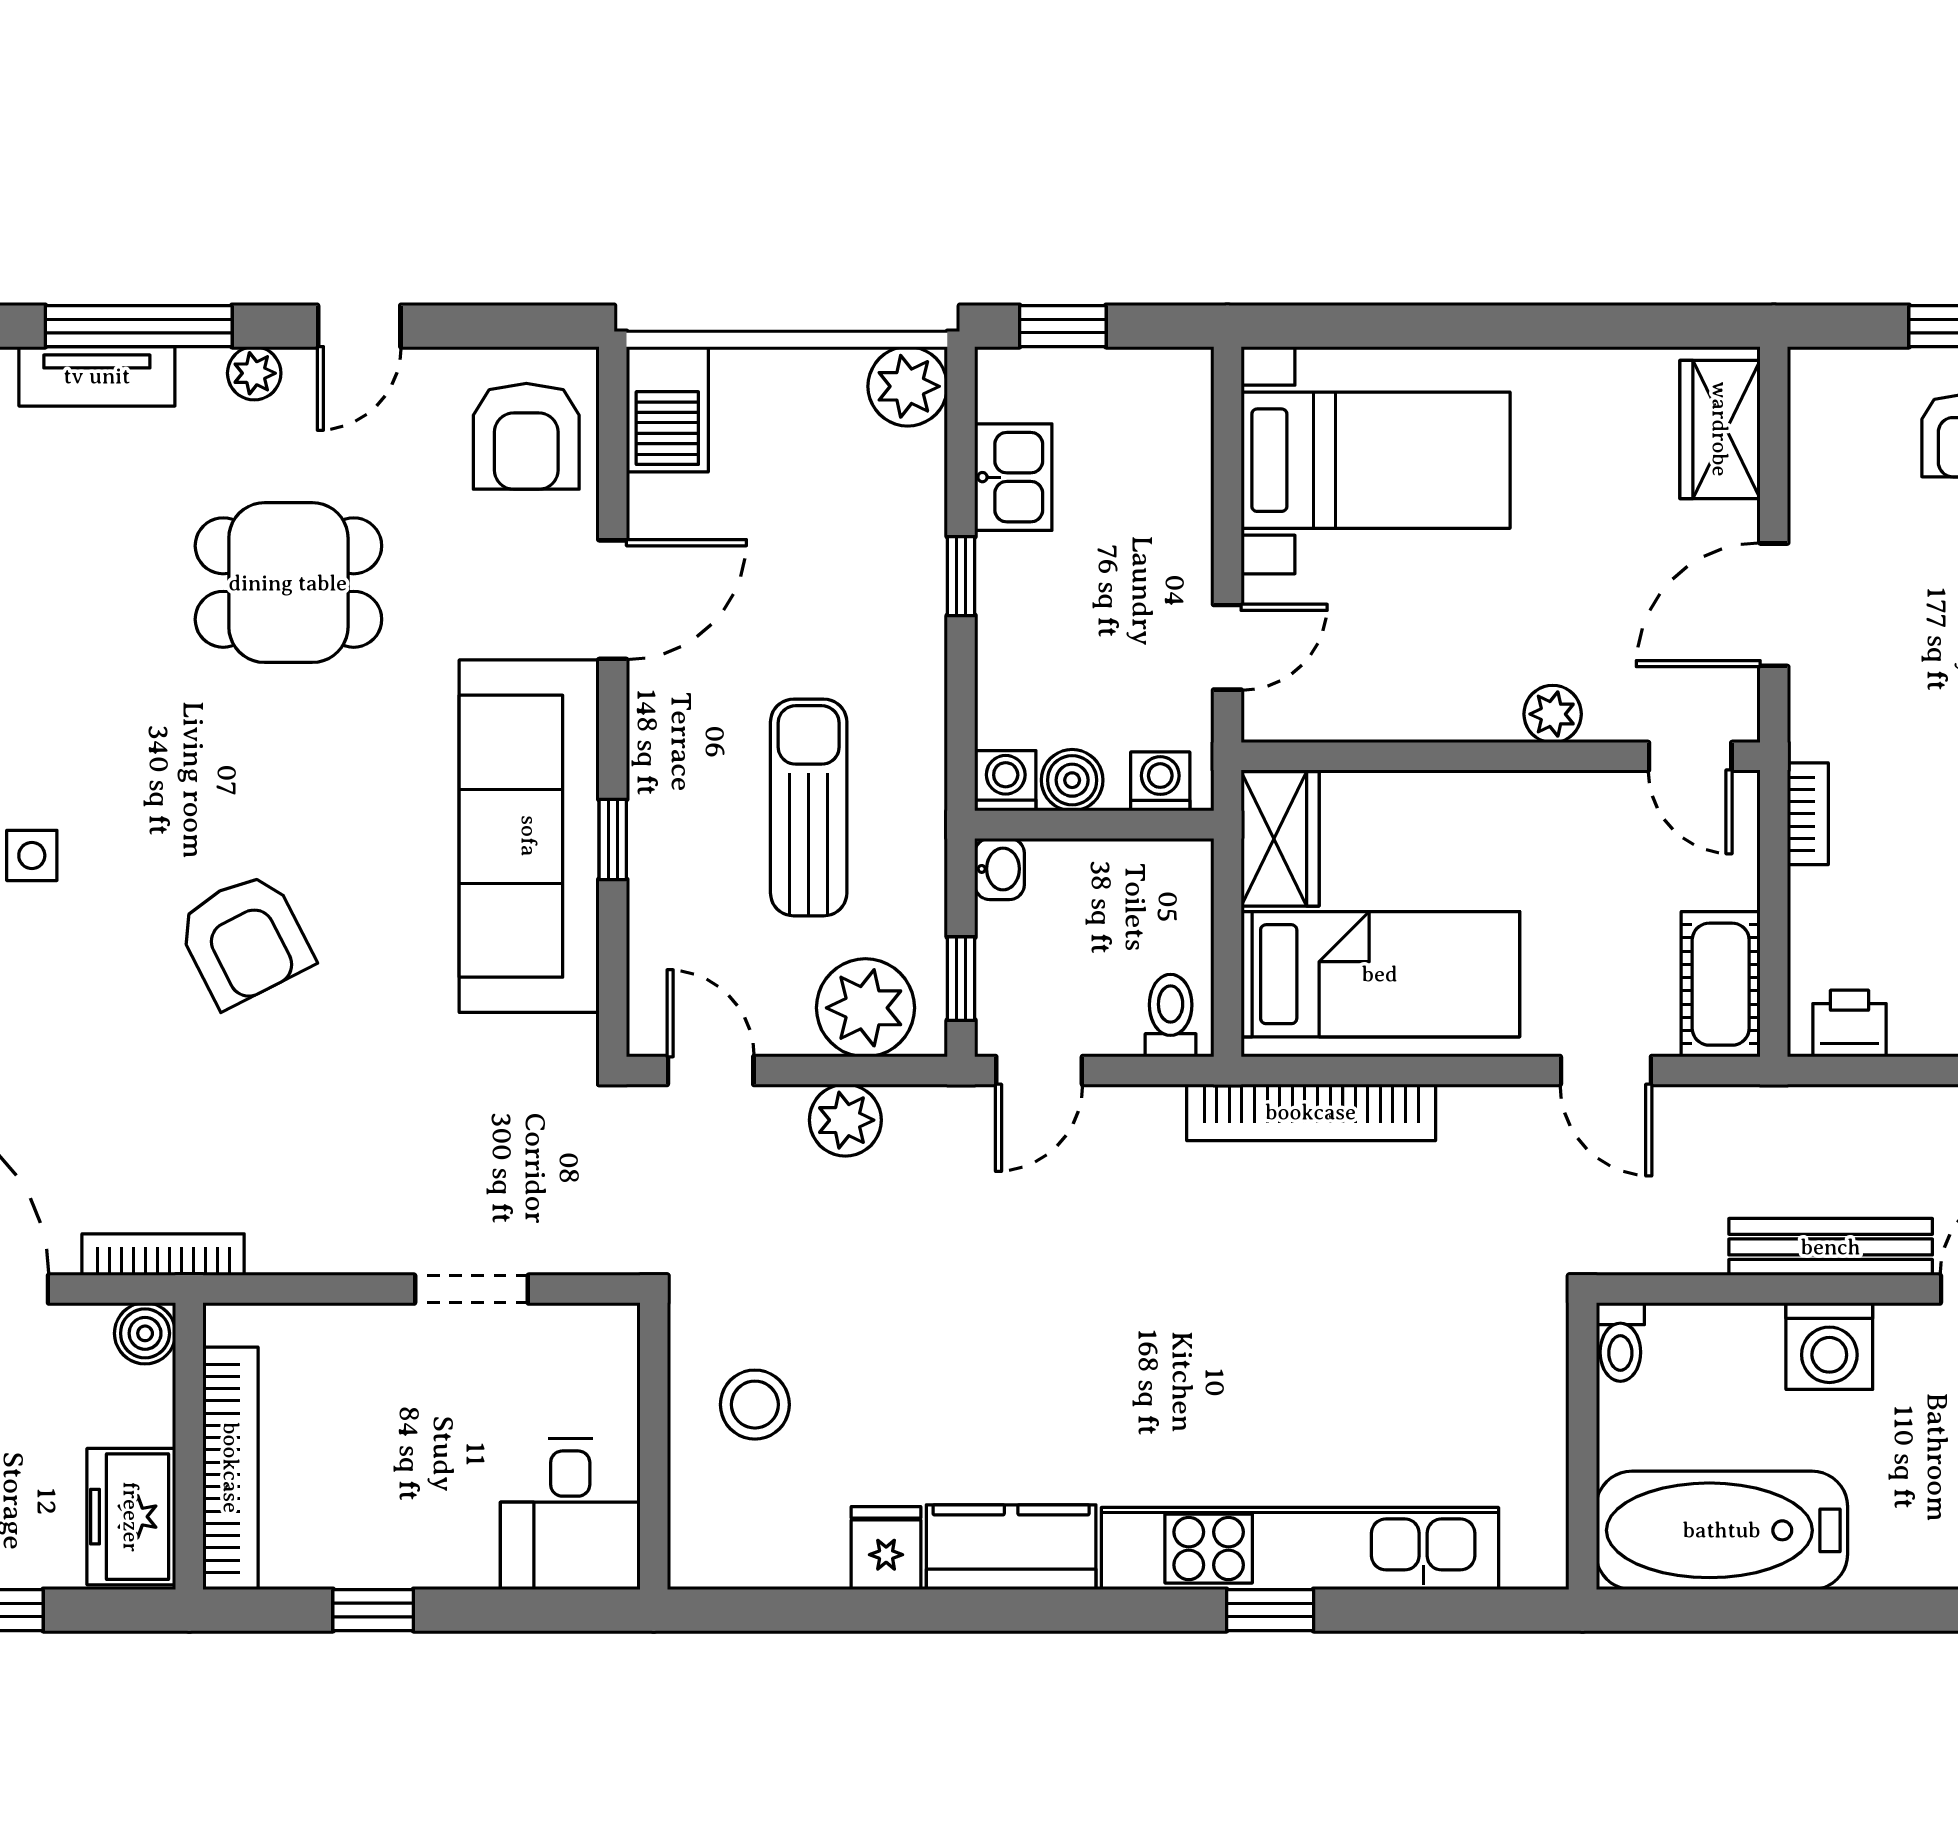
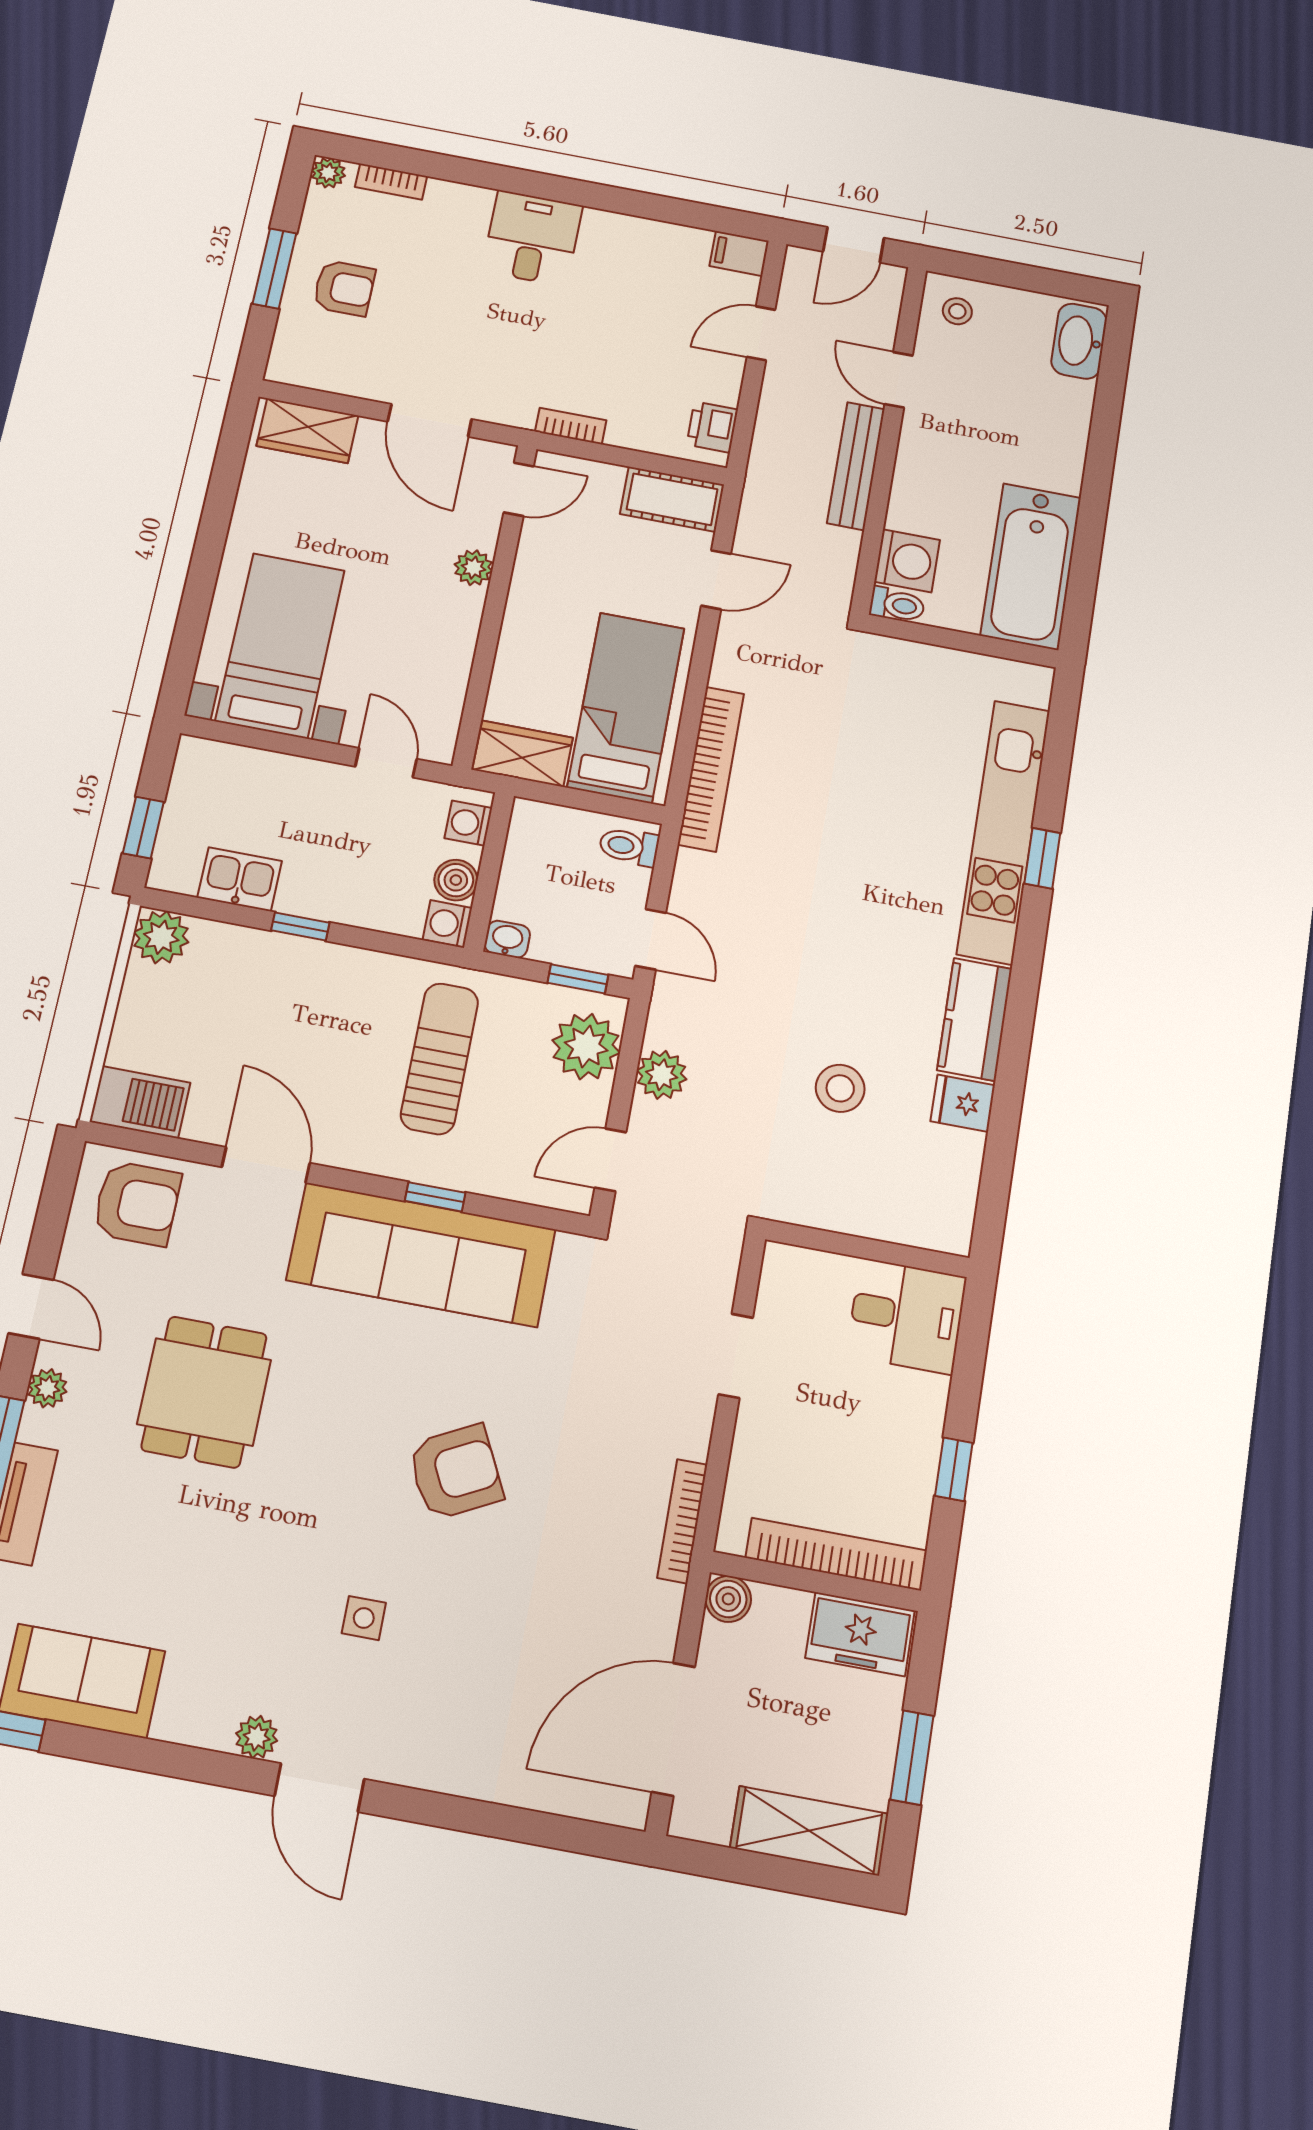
sun lounger: (809, 807) -> (439, 1059), turned 90
bookcase: (163, 1255) -> (682, 1521), moved
washing machine: (1829, 1346) -> (907, 561), moved
stool: (755, 1405) -> (840, 1088), moved

